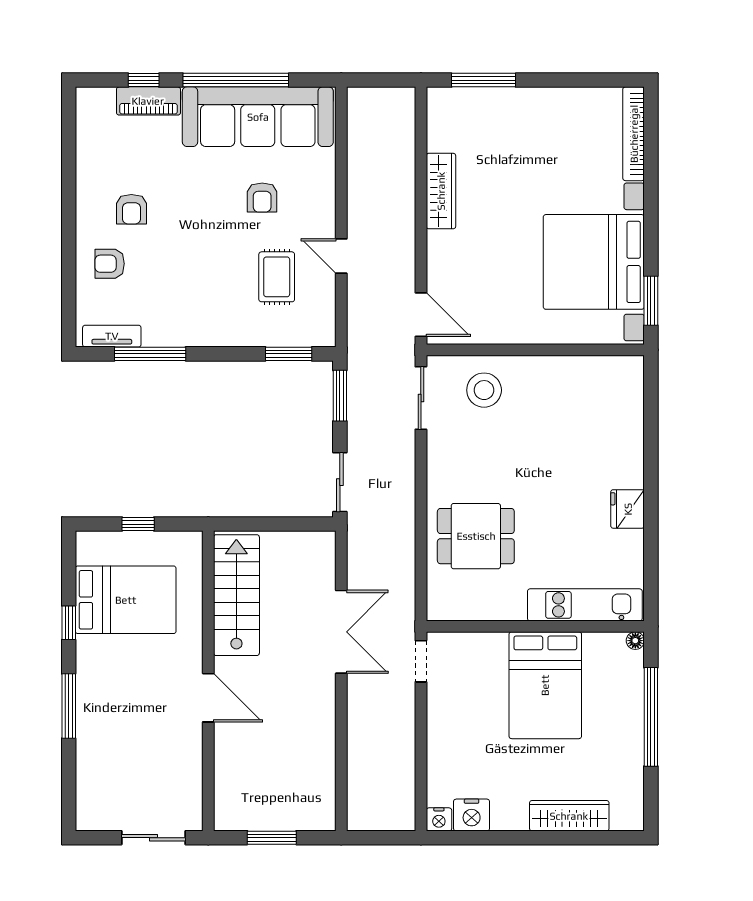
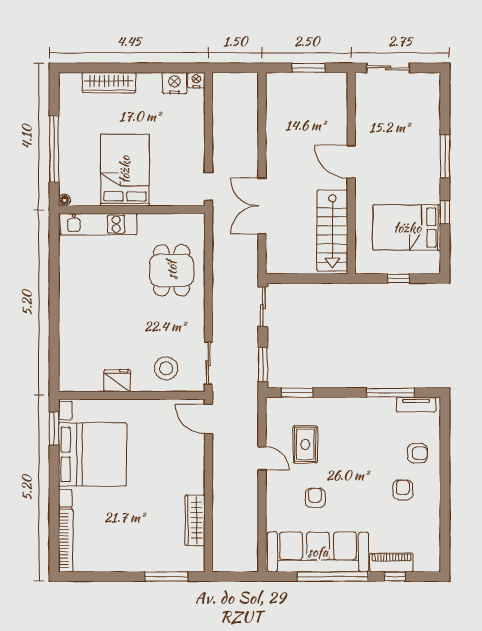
wardrobe: (441, 191) -> (195, 520), moved
fridge: (628, 509) -> (117, 381), moved, turned -90
dining table: (476, 536) -> (172, 270), turned 90

